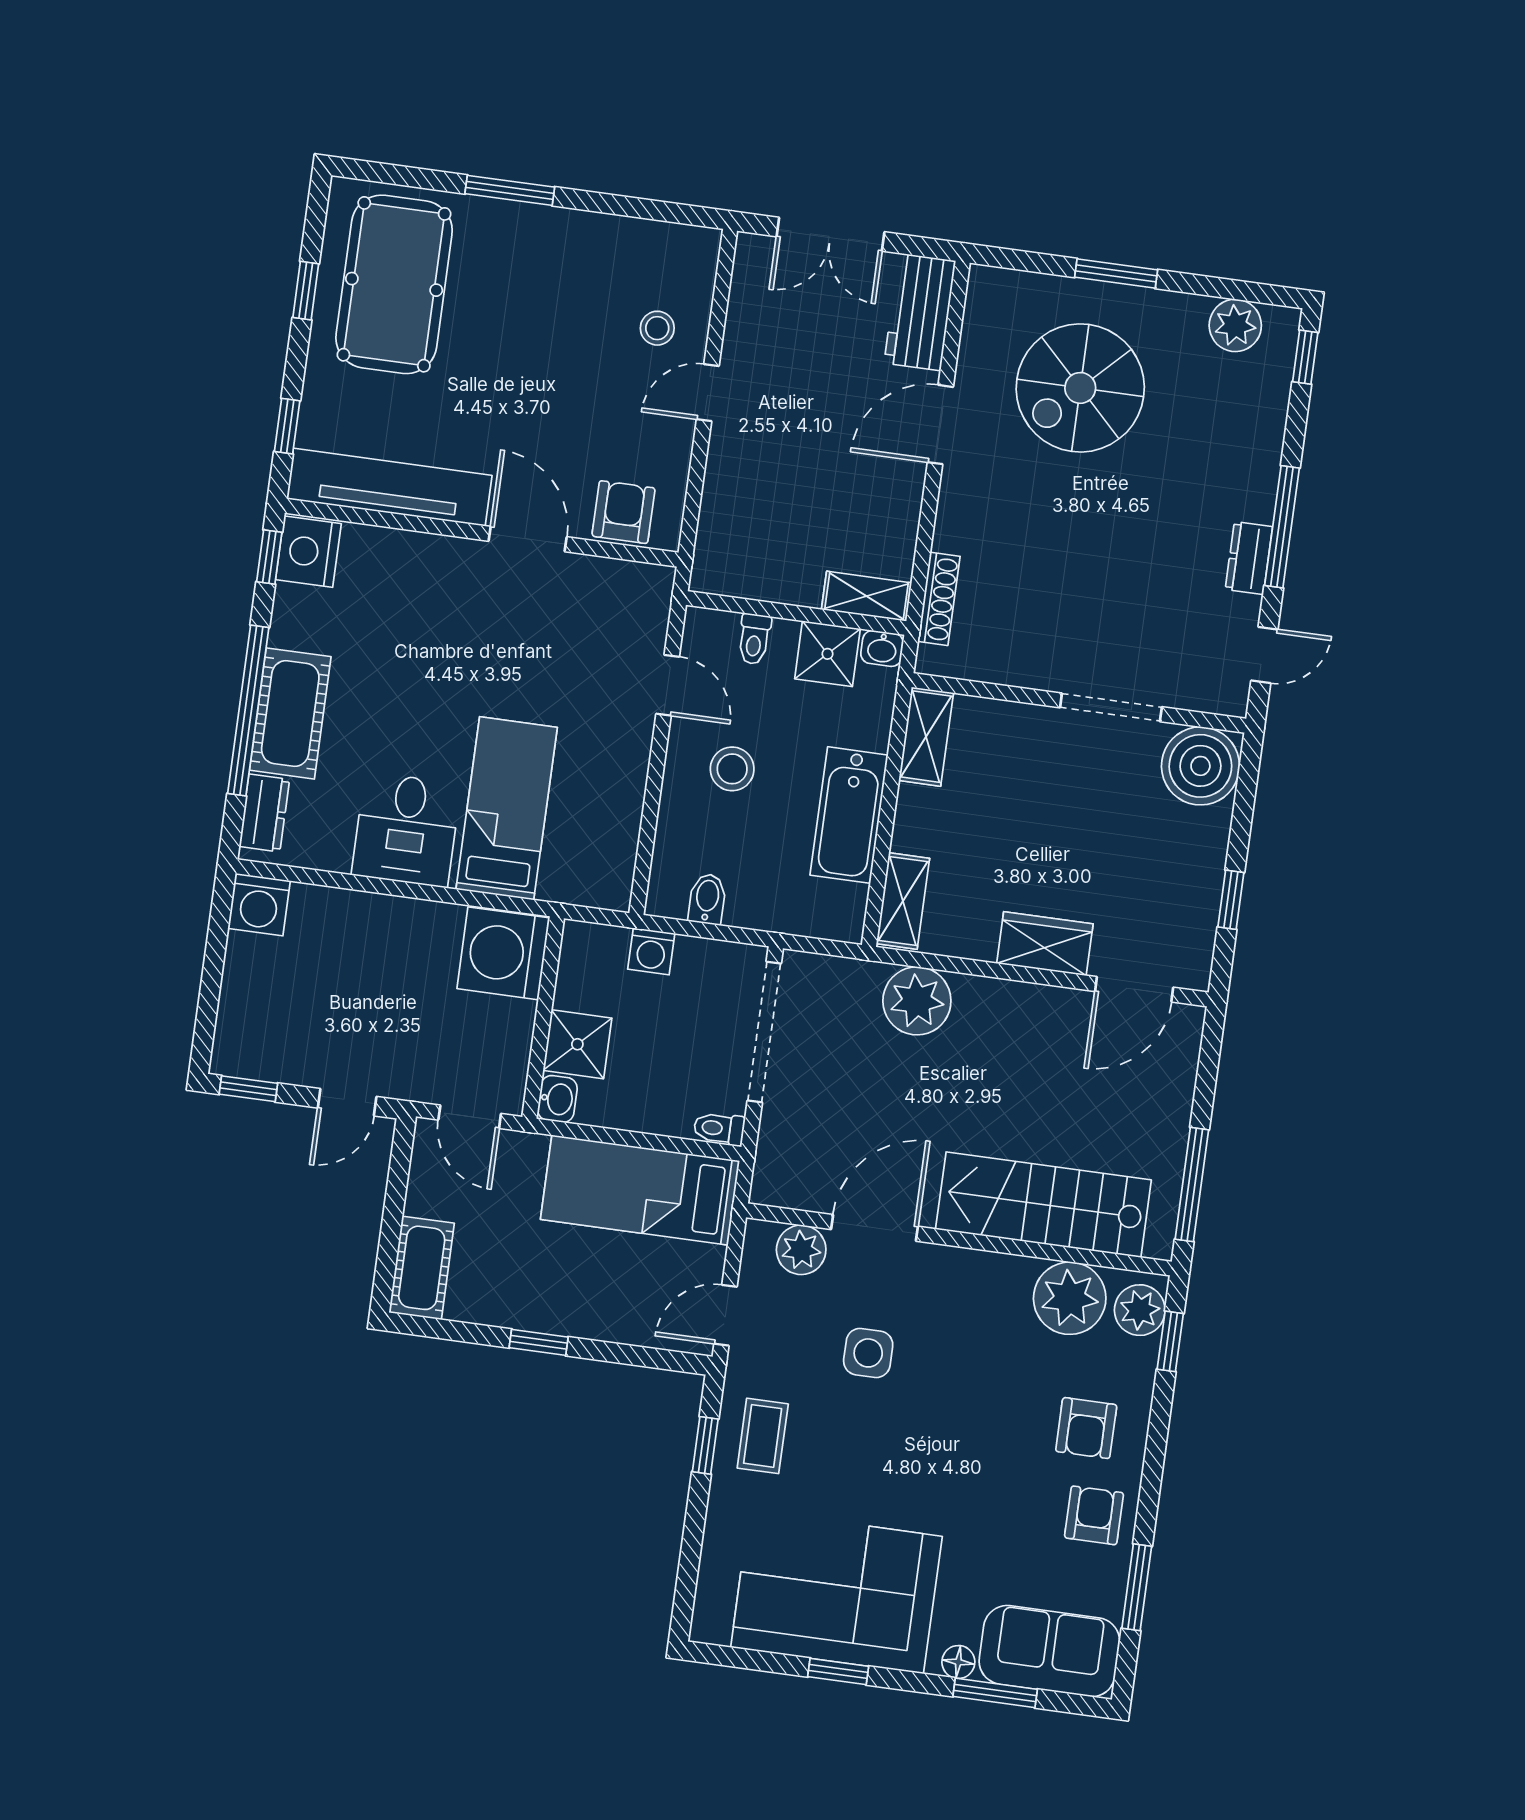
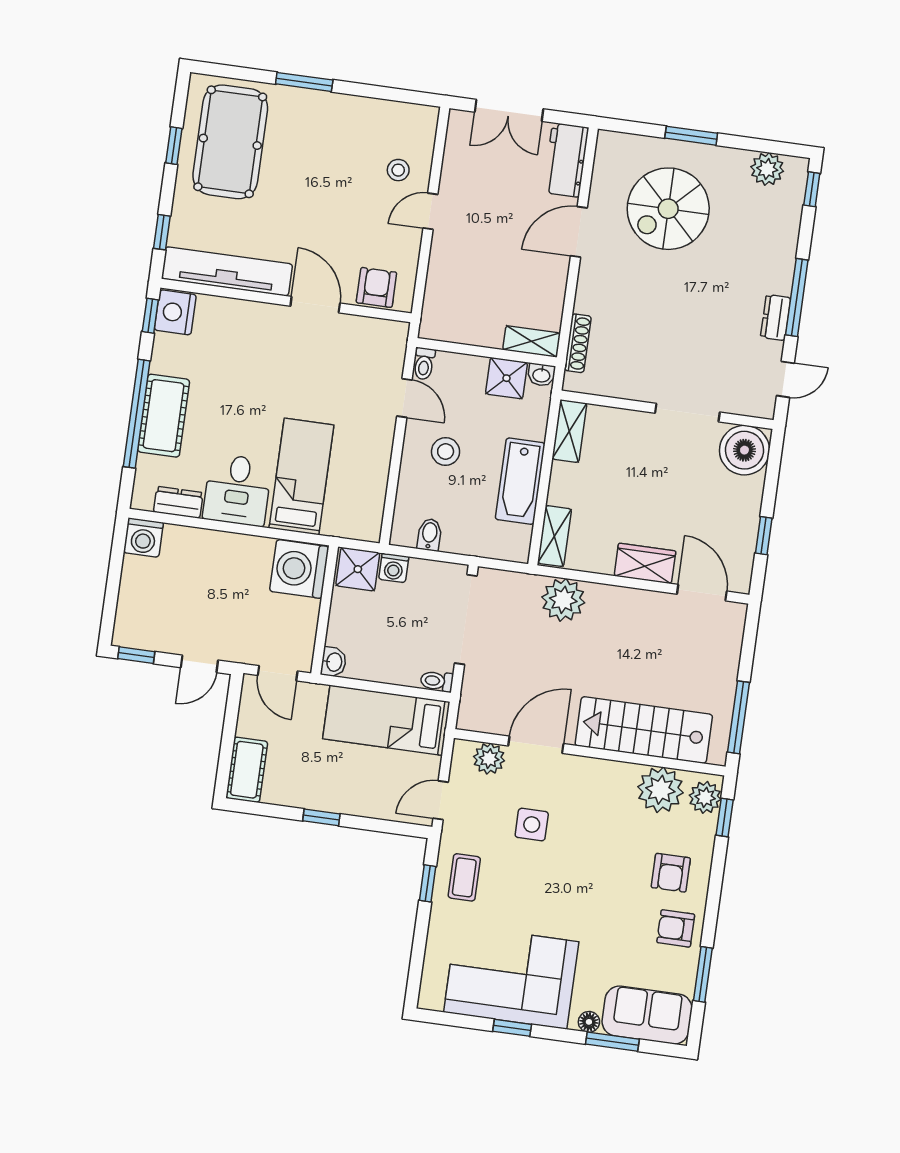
toilet: (754, 639) -> (424, 364), moved
dresser: (264, 813) -> (178, 502), moved, turned -90
door: (1134, 989) -> (702, 593), swing flipped
shower: (577, 1044) -> (358, 569), moved
armchair: (1094, 1515) -> (676, 928), turned -90

